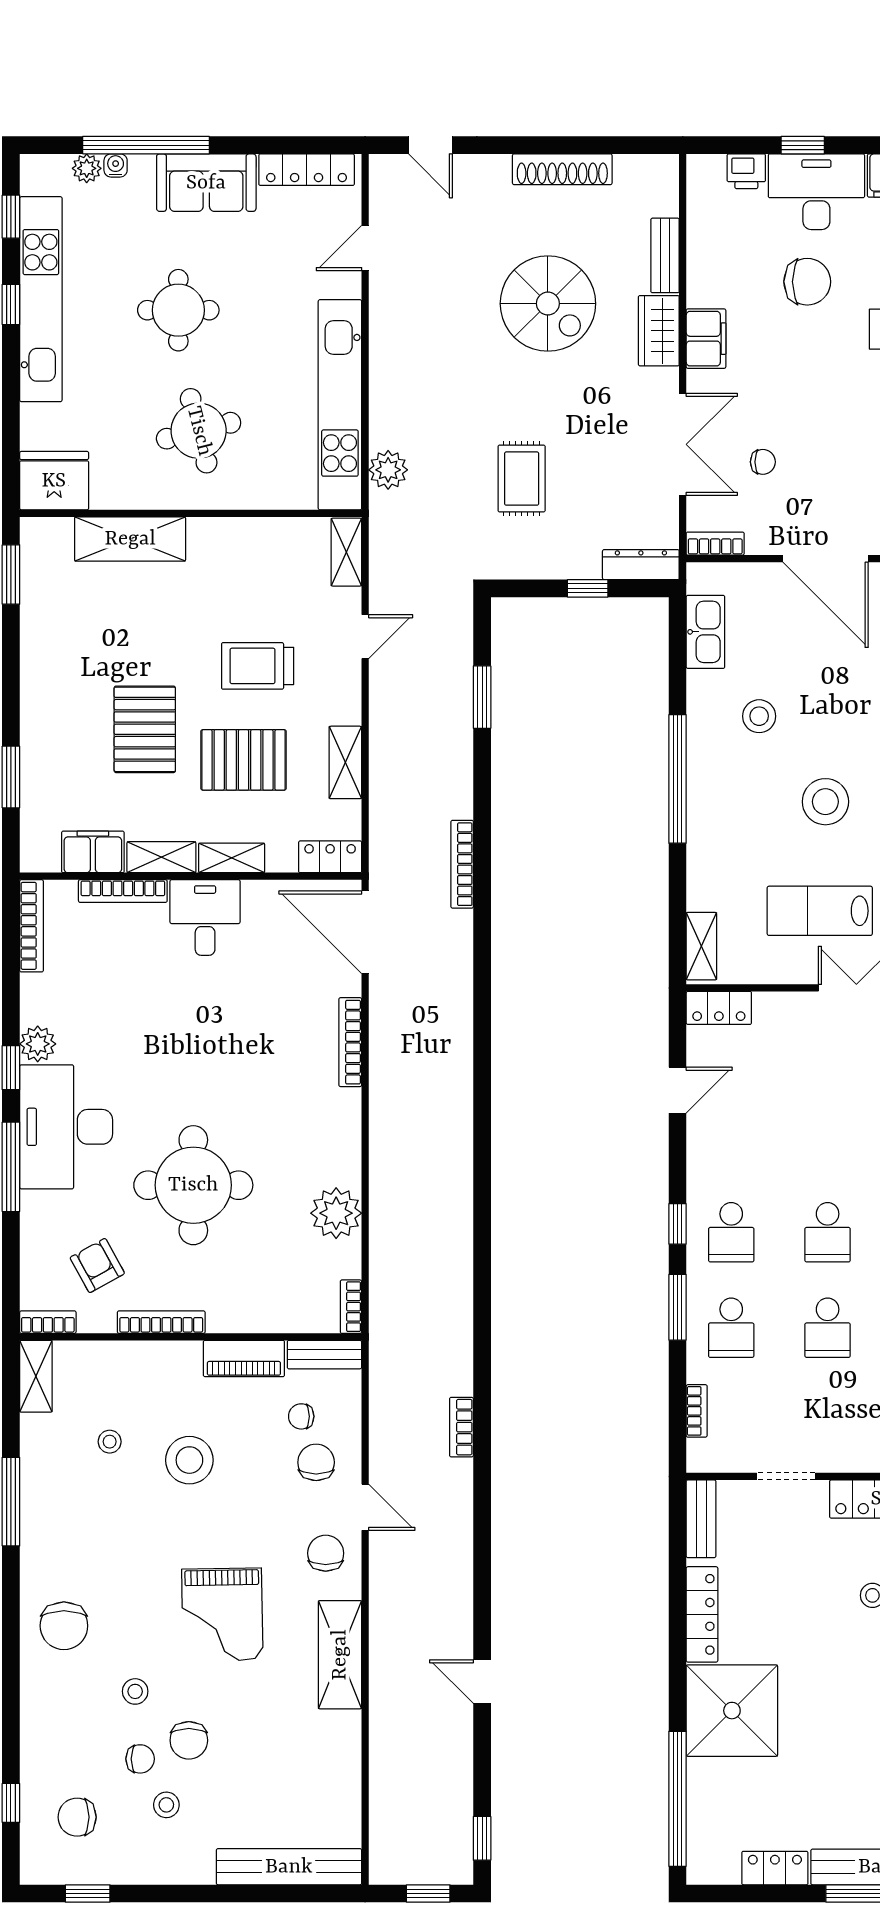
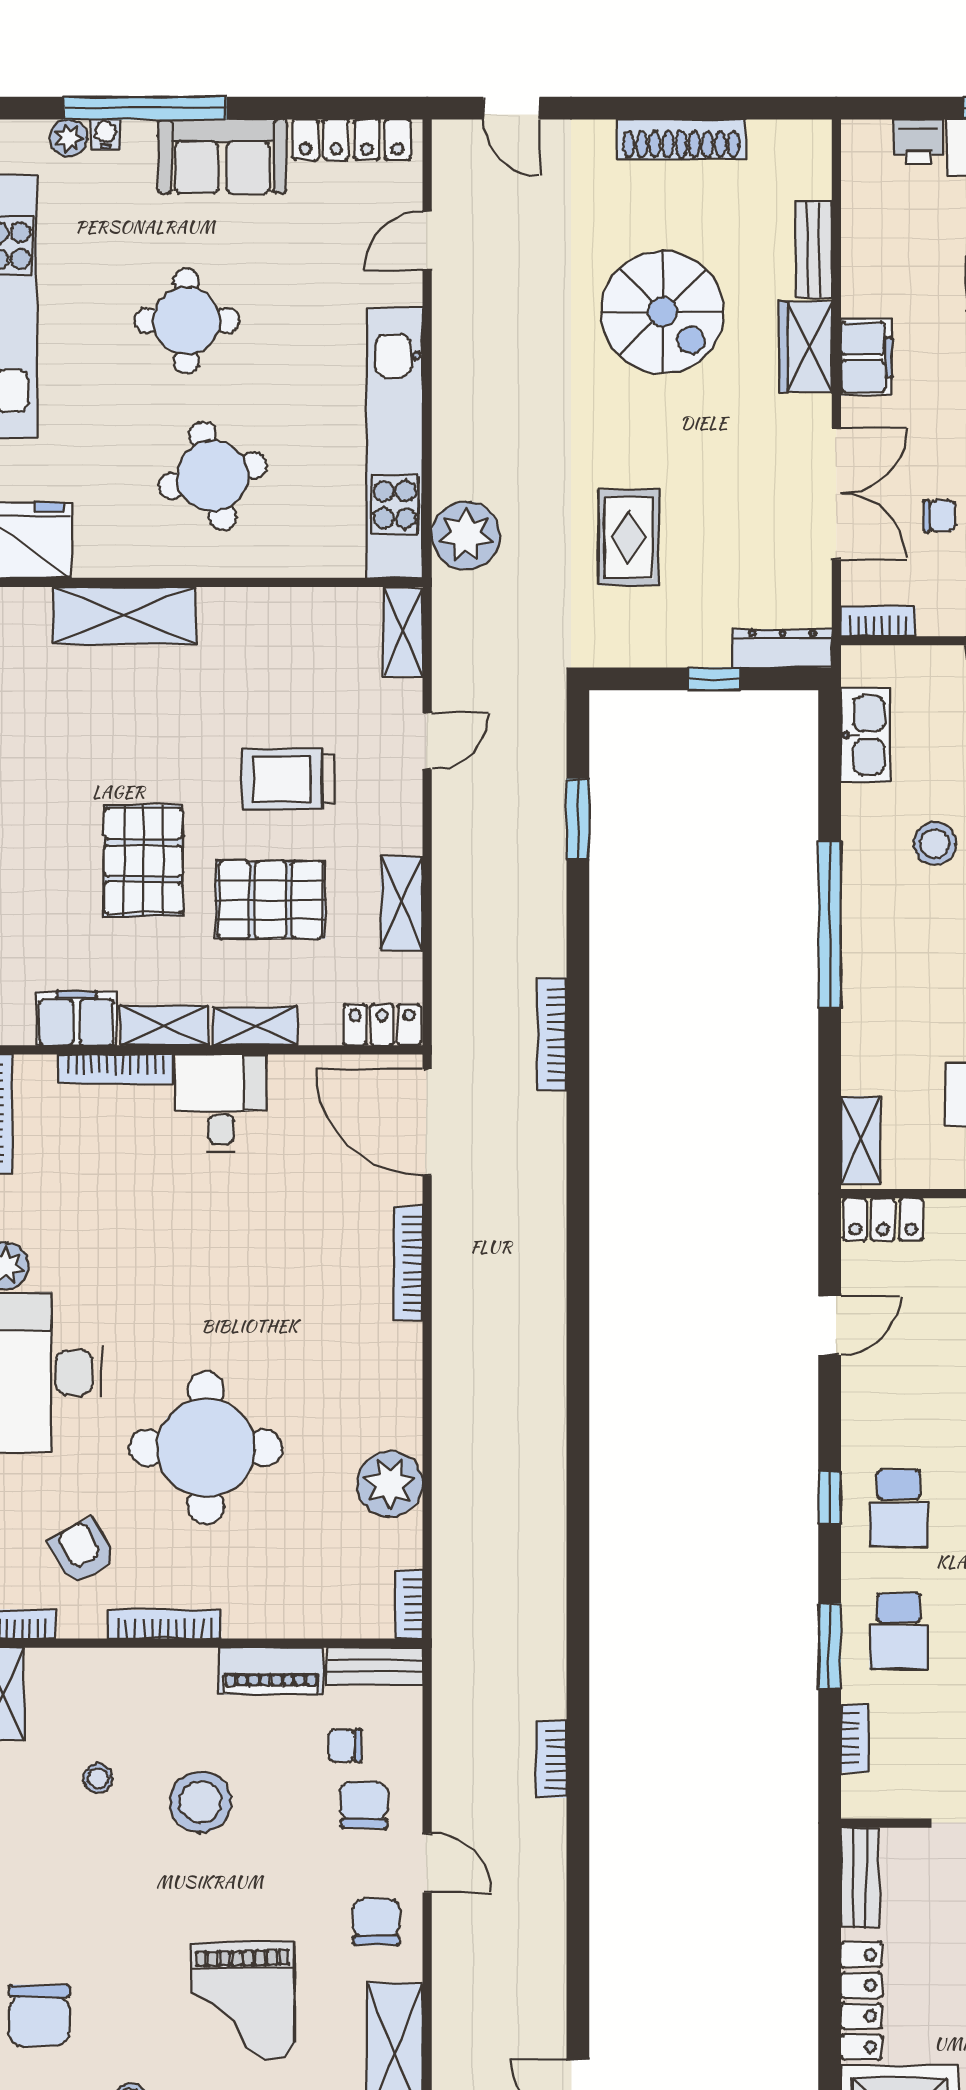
plant: (388, 470) -> (466, 535), width x1.36, depth x1.36
window: (677, 1307) -> (830, 1646), moved

